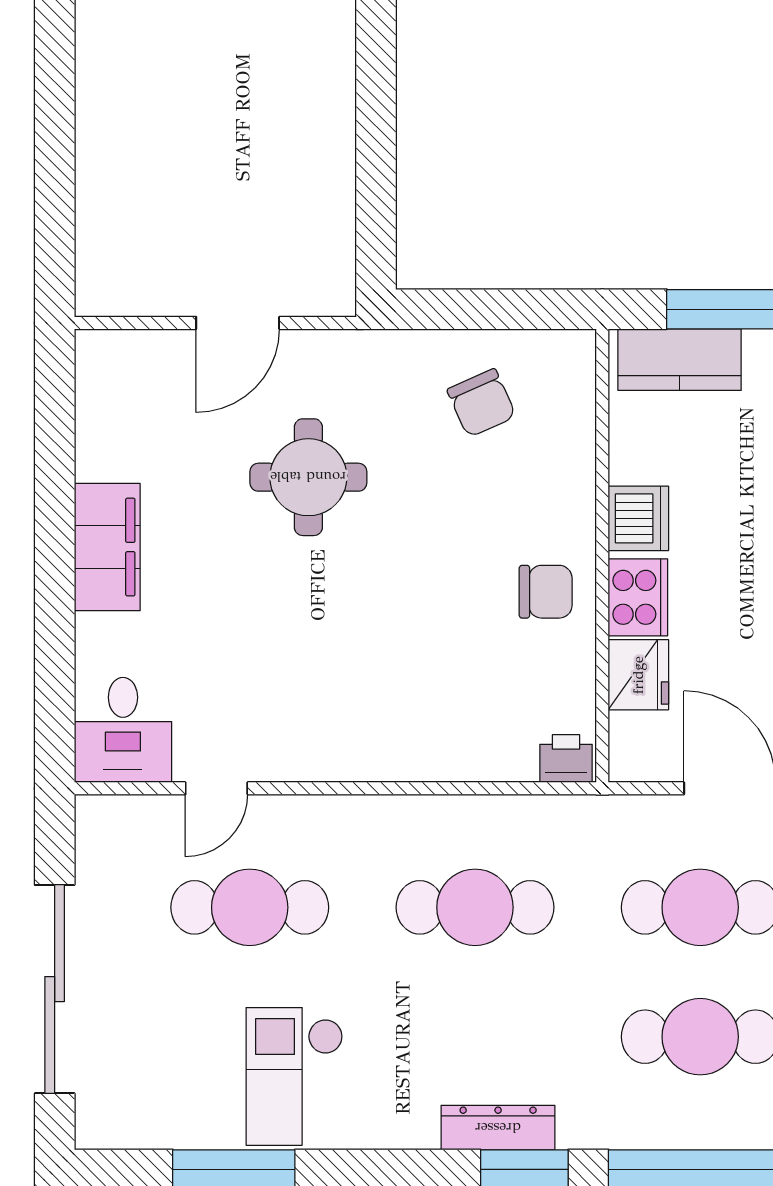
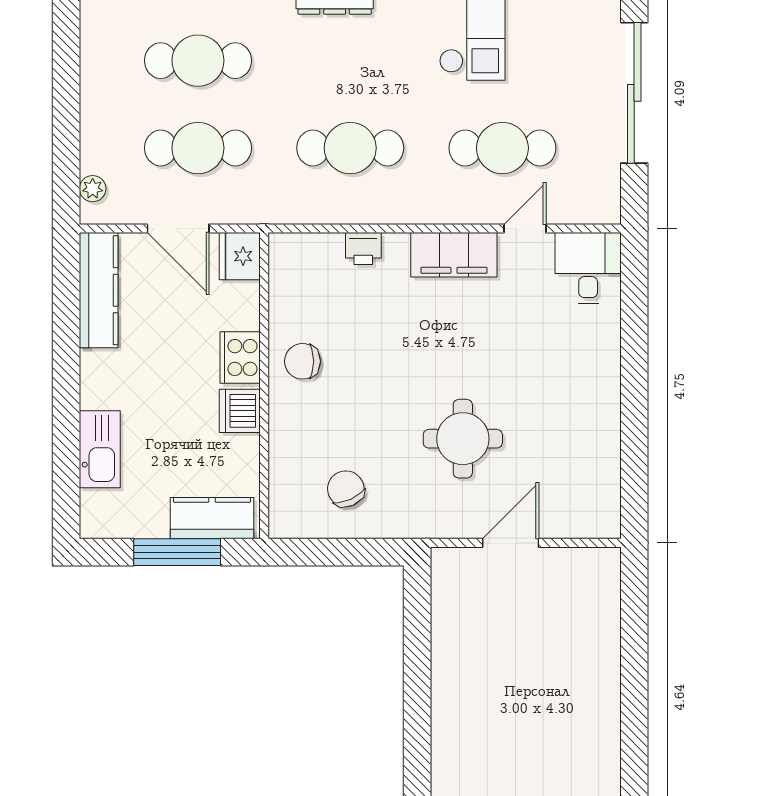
filing cabinet: (107, 547) -> (454, 255), moved, turned -90
fridge: (638, 675) -> (240, 256), moved
printer: (566, 759) -> (363, 249), moved

